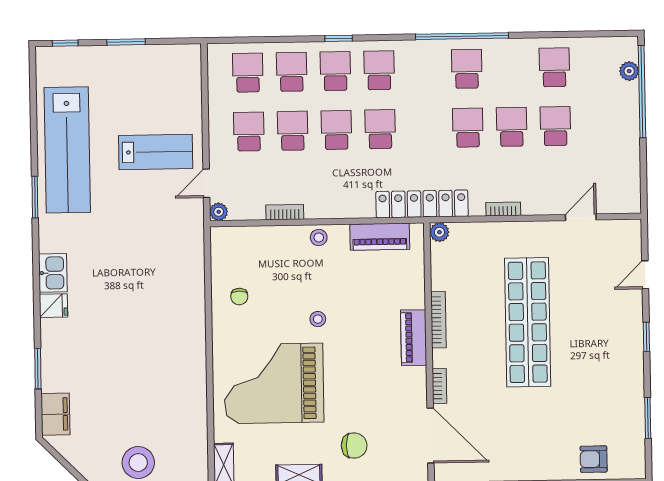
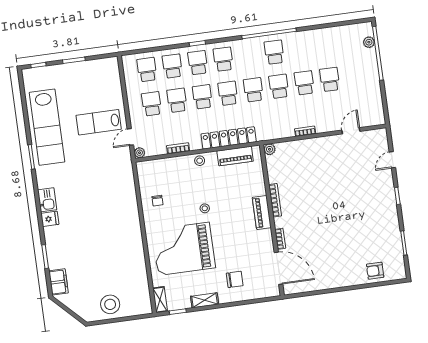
school desk: (554, 67) -> (253, 90), moved
lab bench: (156, 152) -> (99, 122), turned 180
locker: (422, 204) -> (229, 138), moved
shop shelf: (528, 322) -> (327, 196), removed

